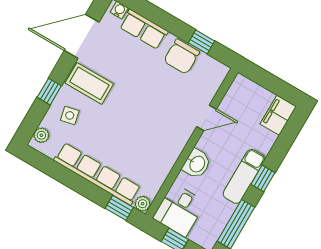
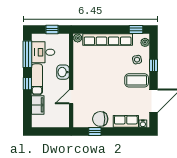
chair: (182, 57) -> (100, 119), turned -90
filing cabinet: (278, 115) -> (38, 105), moved
window: (119, 208) -> (136, 29), moved
desk: (179, 210) -> (43, 52), moved, turned -90

